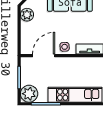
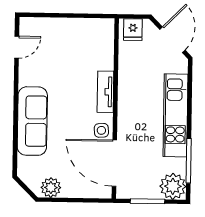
door: (44, 56) -> (114, 163), width x1.36

